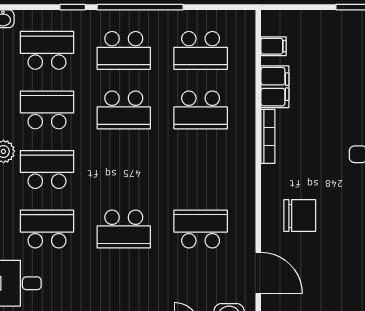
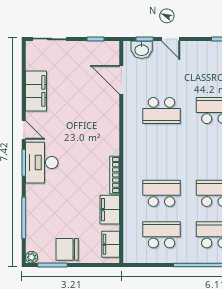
filing cabinet: (274, 46) -> (111, 244), width x2.00
chair: (300, 216) -> (67, 249), moved

